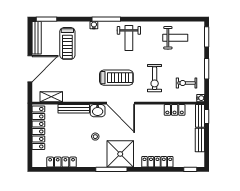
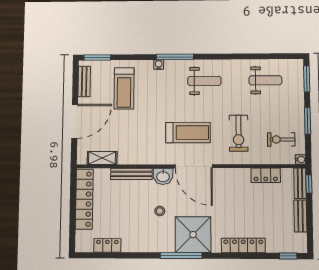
bench: (37, 38) -> (84, 81), width x0.73
weight bench: (129, 38) -> (204, 81), turned -90
locker: (62, 162) -> (107, 245), width x0.66

